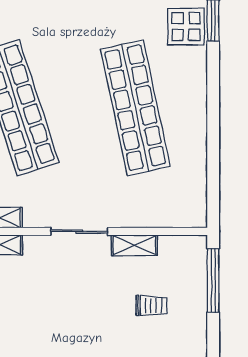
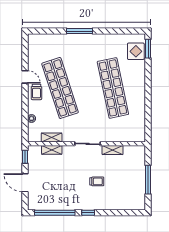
window: (213, 280) -> (148, 180), moved
trolley: (151, 306) -> (97, 181), moved

